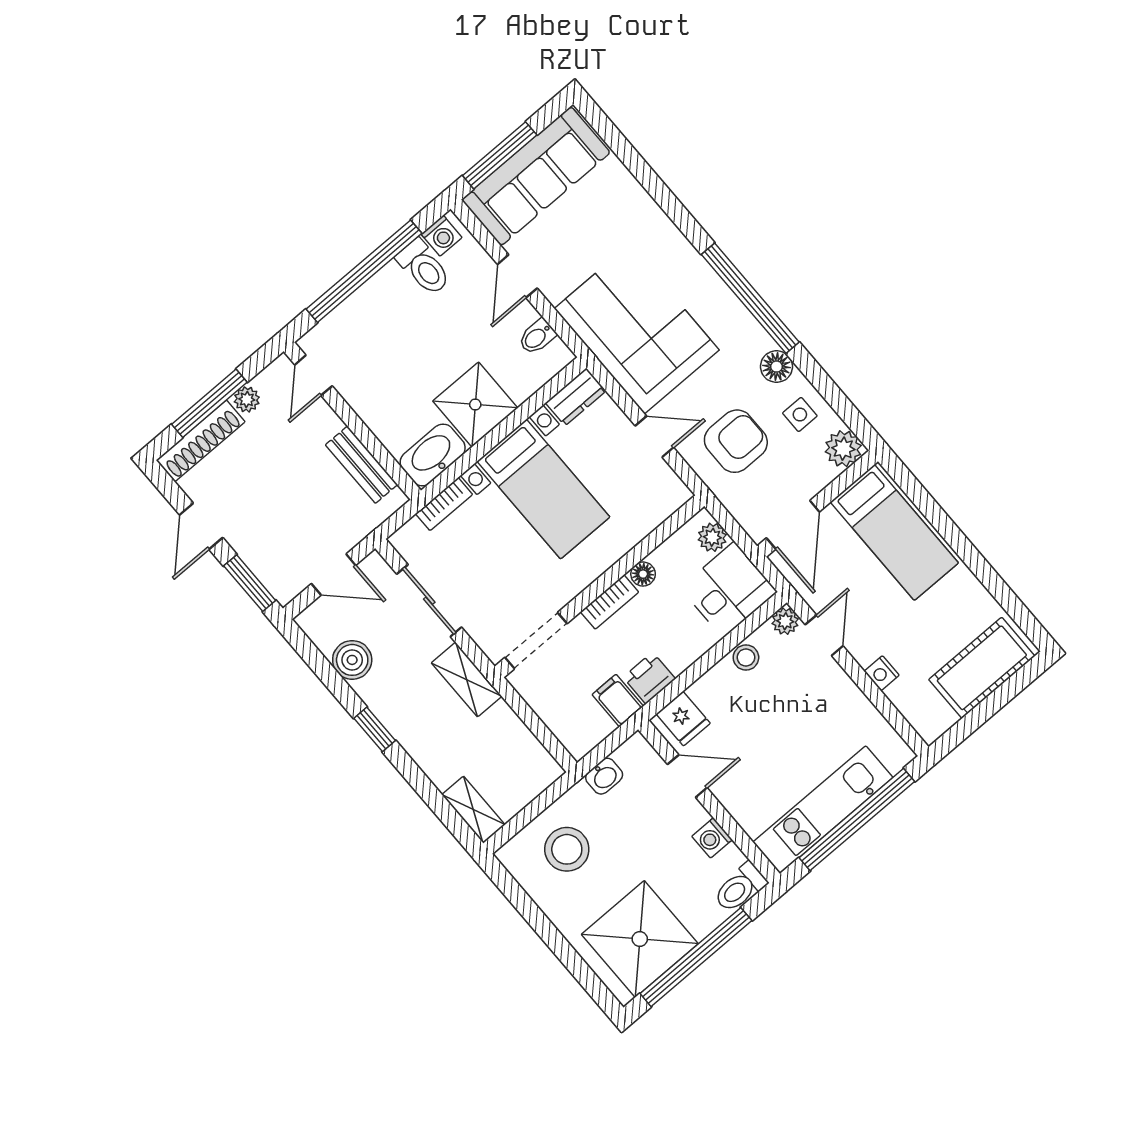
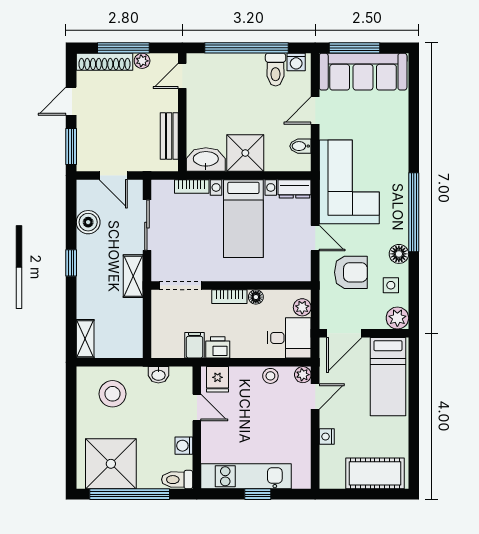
window: (857, 820) -> (258, 494), width x0.32

